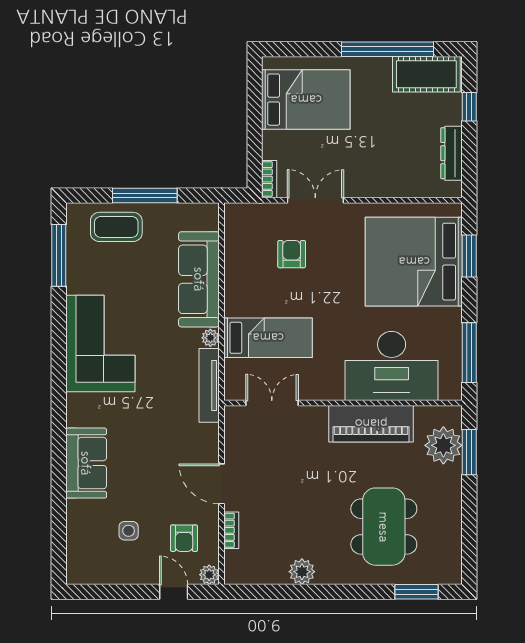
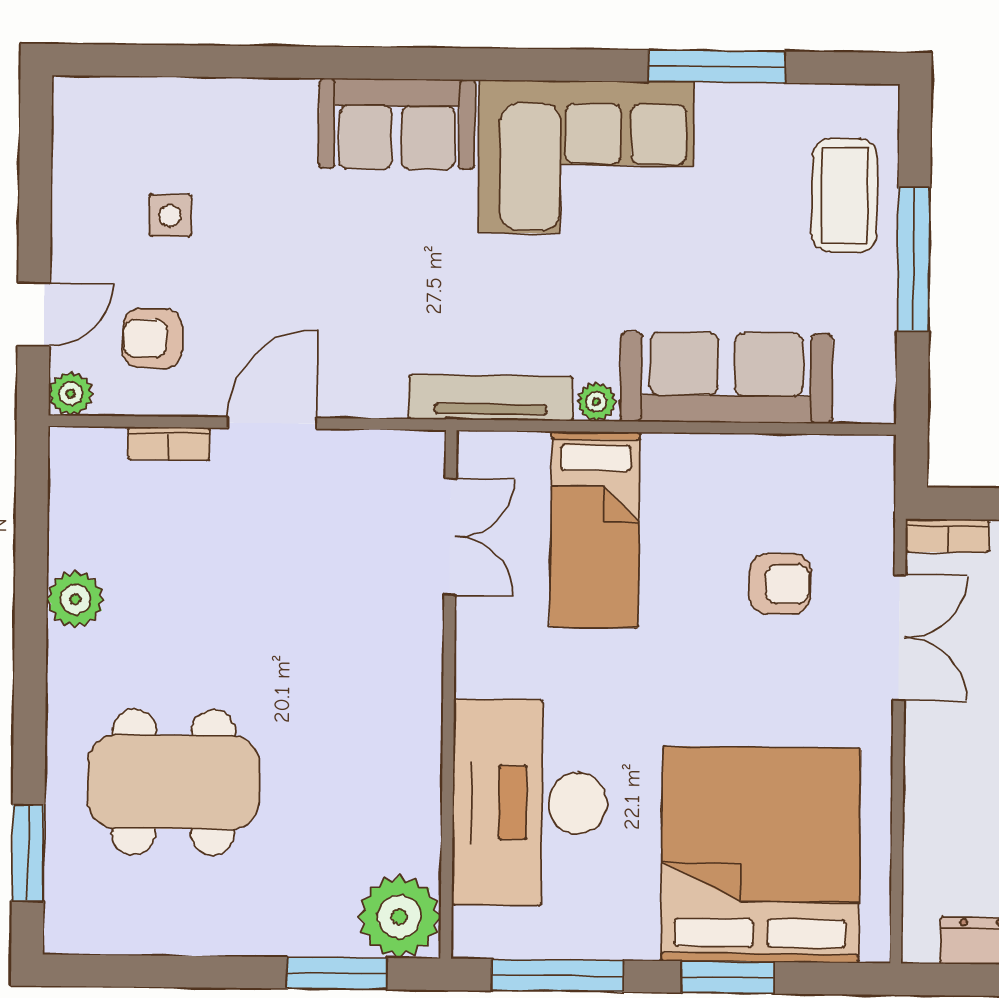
window: (59, 255) -> (717, 67), moved
window: (469, 256) -> (727, 977), moved
piano: (371, 424) -> (402, 756), removed
plant: (443, 445) -> (399, 917), moved
sofa: (86, 463) -> (397, 124), moved

